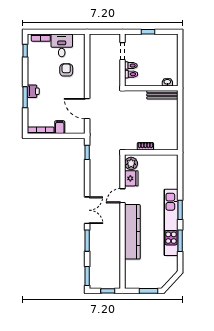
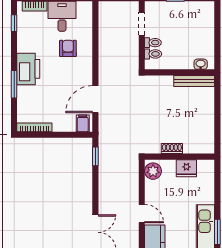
printer: (33, 91) -> (28, 69), width x1.87, depth x1.48
door: (87, 109) -> (95, 99), hinge flipped
filing cabinet: (60, 127) -> (83, 123), moved
fridge: (131, 178) -> (186, 168), moved, turned 90
door: (123, 196) -> (142, 214), swing flipped

